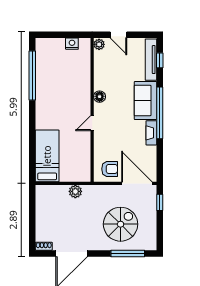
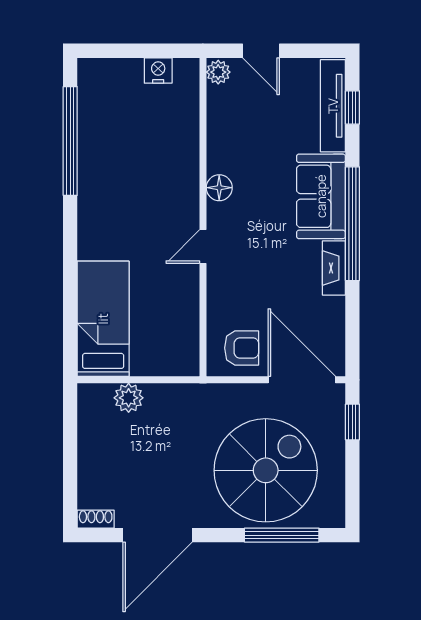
plant: (75, 191) -> (129, 398), moved
spiral stairs: (121, 224) -> (266, 470), width x1.37, depth x1.37

